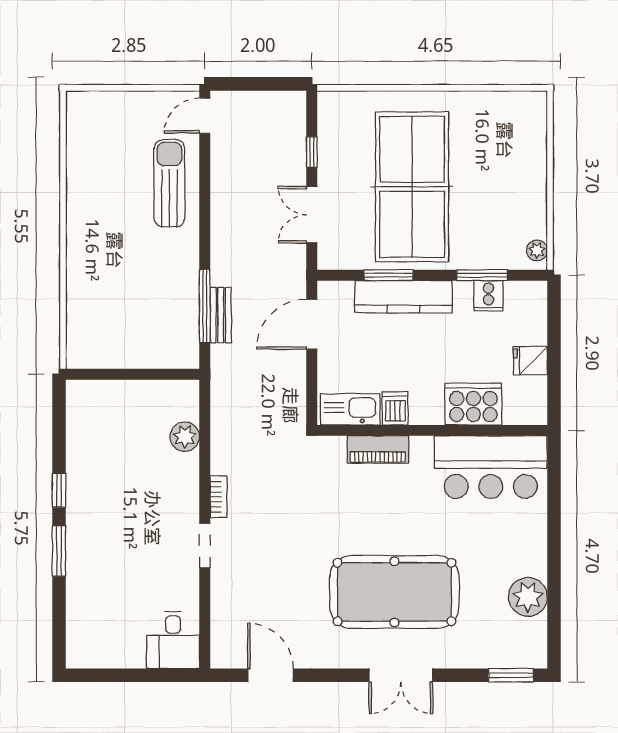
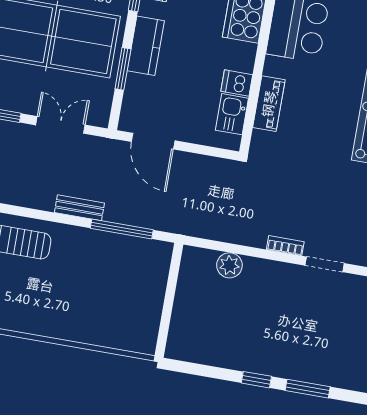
double door: (312, 215) -> (60, 125), swing flipped
kitchen counter: (403, 297) -> (146, 46), width x0.67
bench: (221, 315) -> (79, 208), moved
kitchen sink: (350, 409) -> (232, 114), width x0.73

